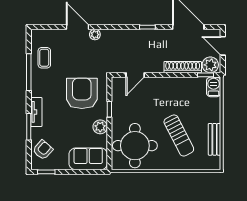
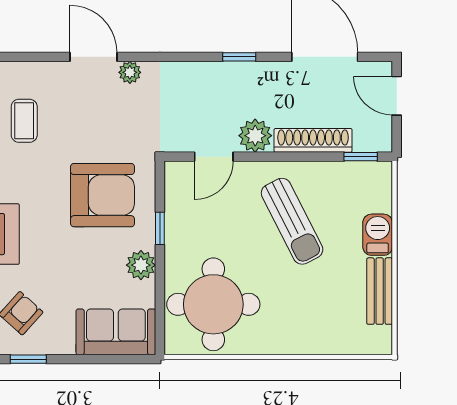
plant: (210, 65) -> (255, 136), moved
barbecue: (214, 87) -> (378, 235), moved
armchair: (82, 93) -> (103, 195), turned 90
sun lounger: (179, 136) -> (292, 221), moved

